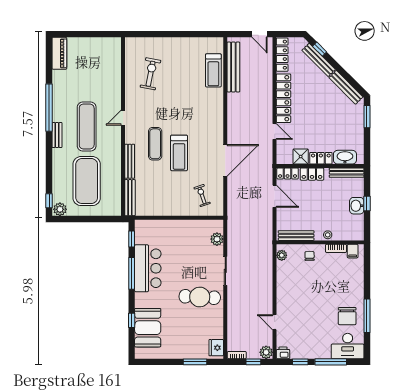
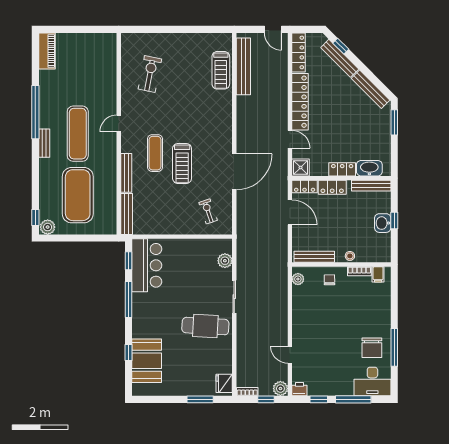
shower: (301, 157) -> (301, 168), moved
bar counter: (148, 268) -> (147, 265), moved

